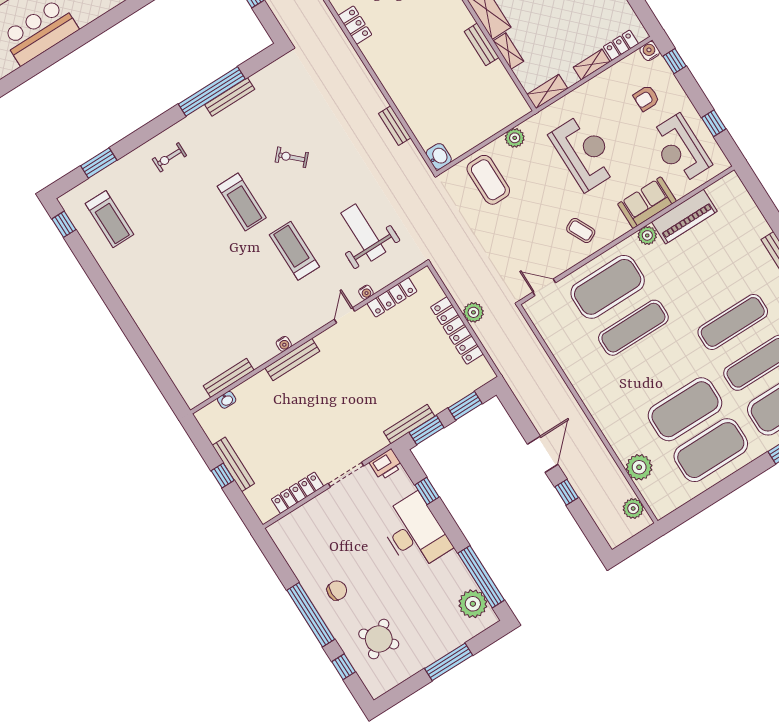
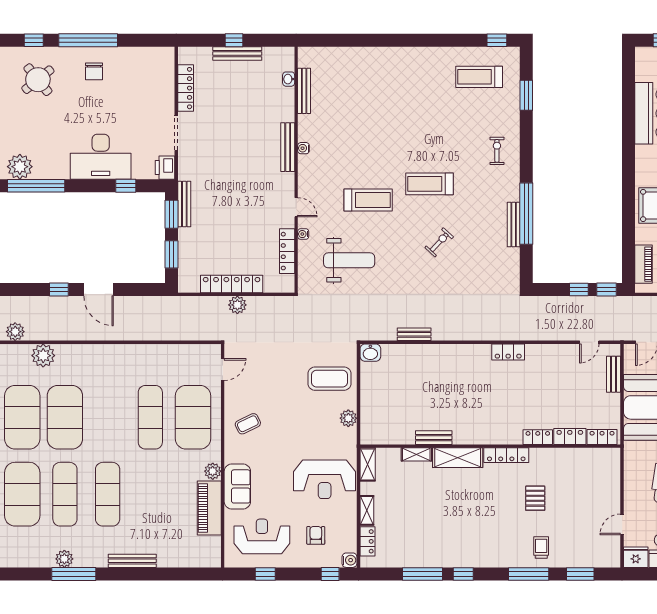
reception desk: (584, 152) -> (325, 479), moved

